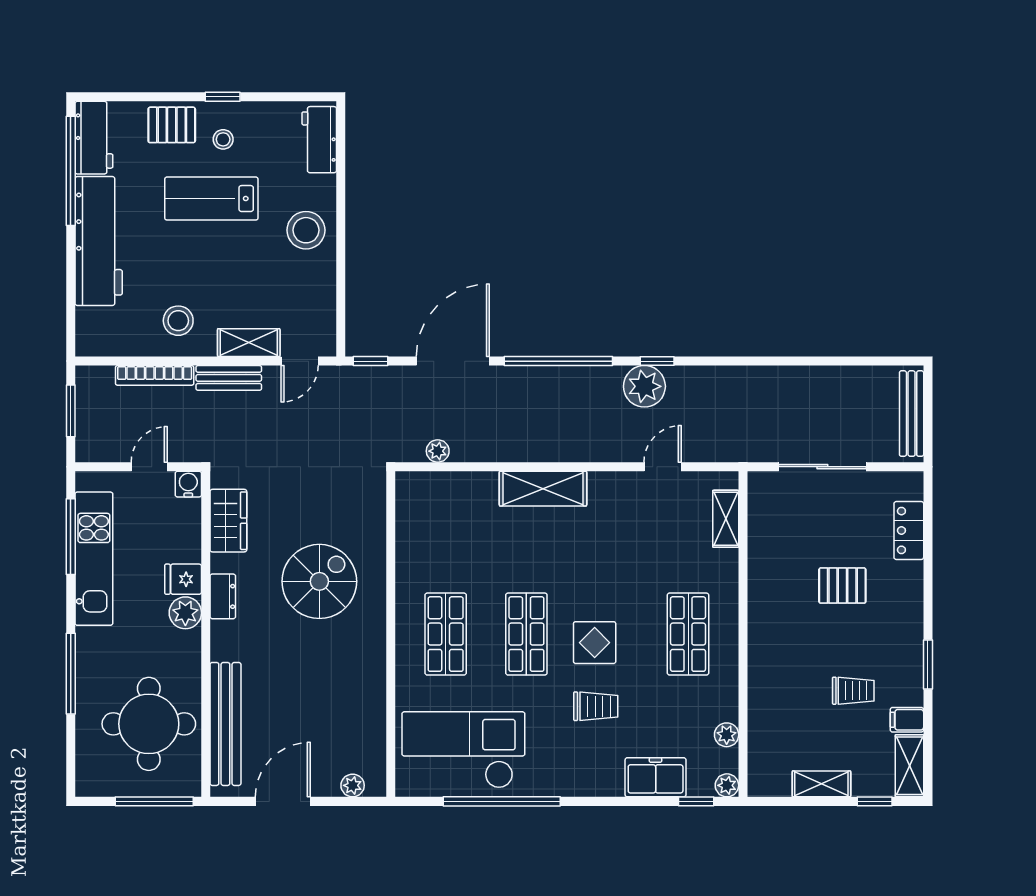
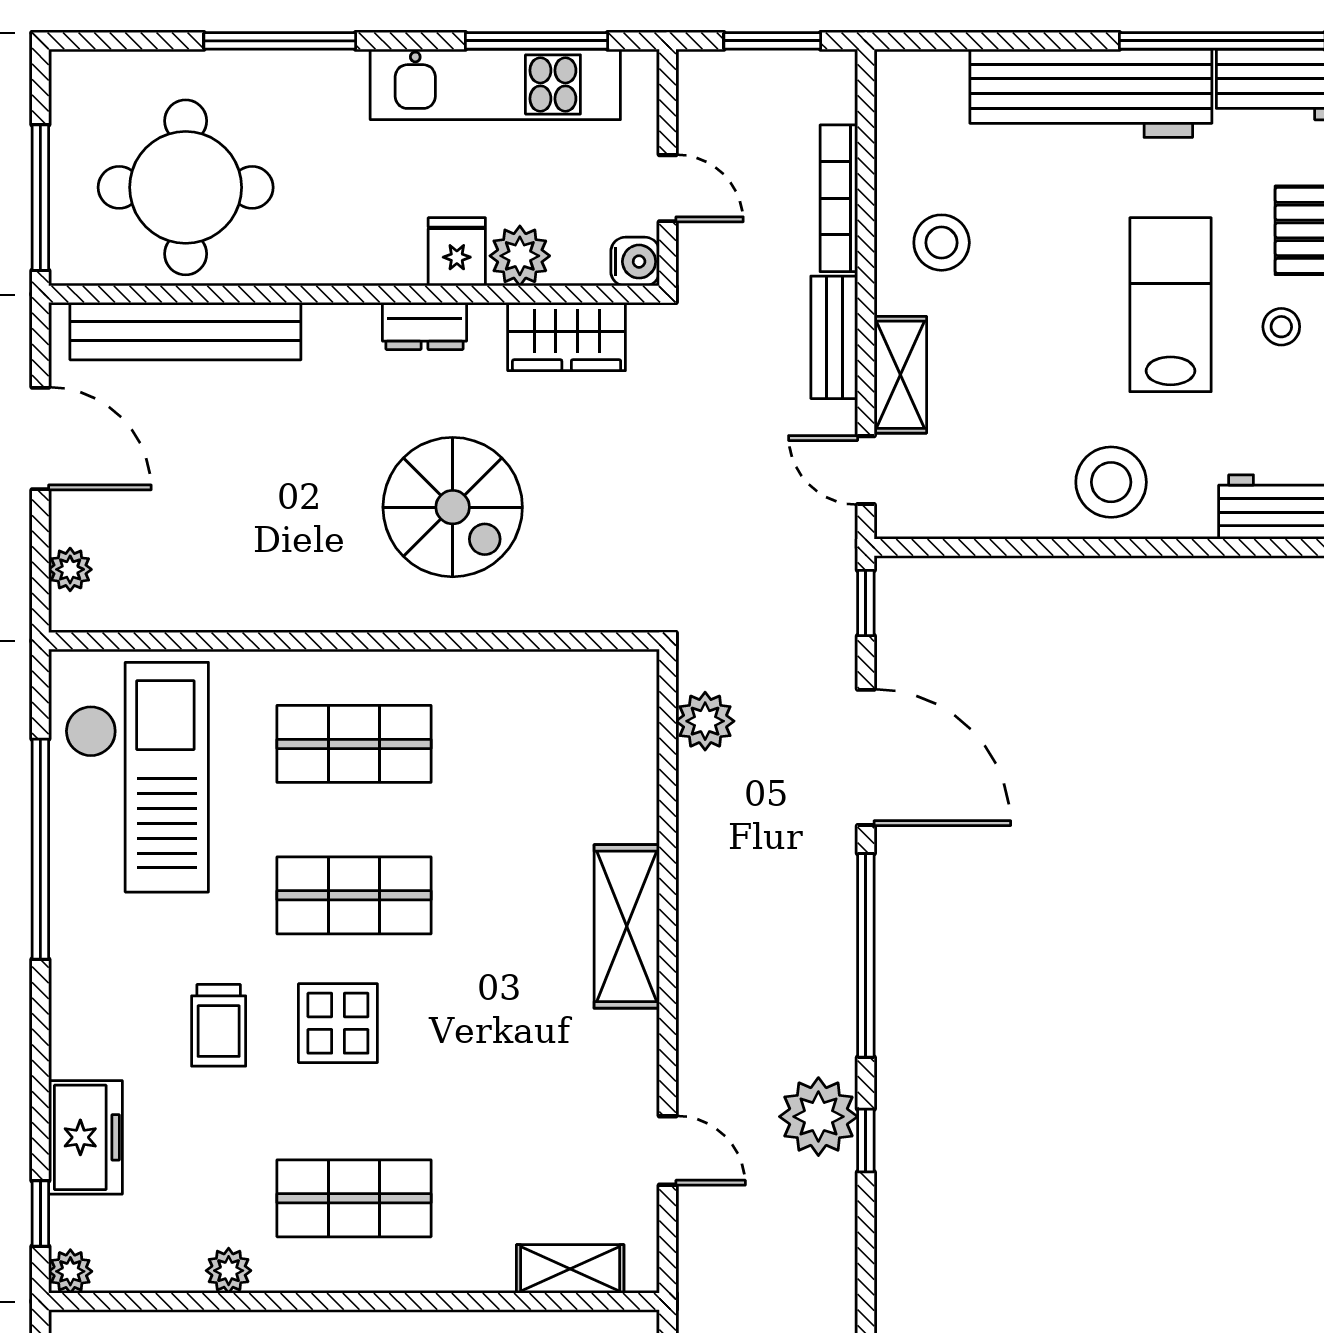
plant: (438, 451) -> (705, 721), width x1.38, depth x1.38
plant: (185, 613) -> (520, 256), moved
plant: (727, 735) -> (229, 1271), moved

